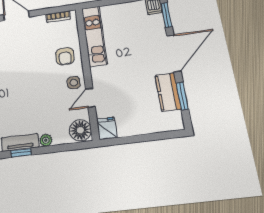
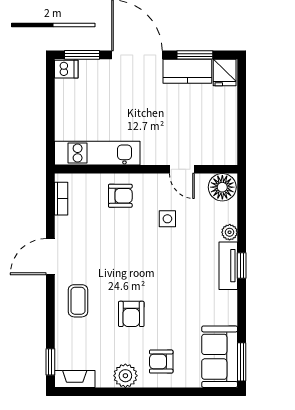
side table: (74, 83) -> (167, 219), moved
fridge: (107, 128) -> (225, 73), moved, turned -90

